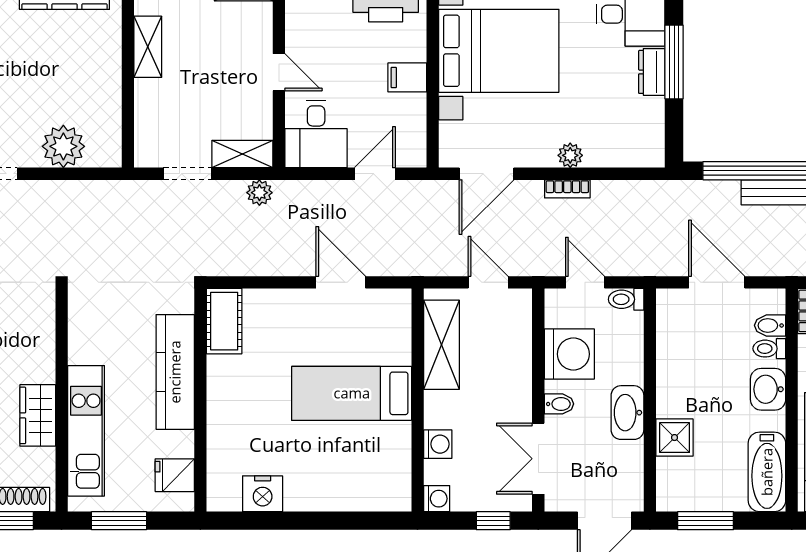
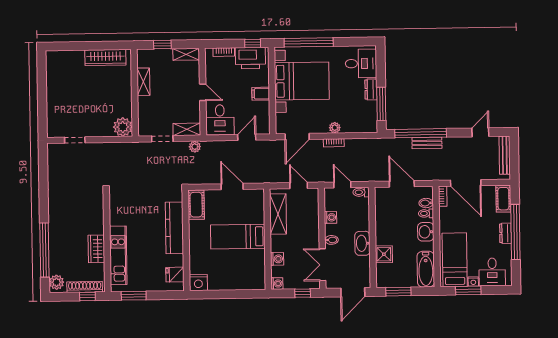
window: (674, 62) -> (381, 104), moved
plant: (63, 146) -> (123, 127), moved
cot: (224, 321) -> (196, 205), moved
washing machine: (569, 354) -> (330, 217), width x0.53, depth x0.53
kitchen counter: (175, 372) -> (174, 228), moved
wall: (200, 400) -> (186, 240), moved
fridge: (175, 475) -> (175, 275), moved

